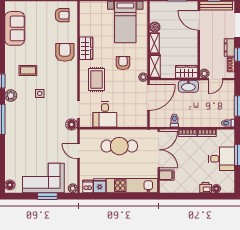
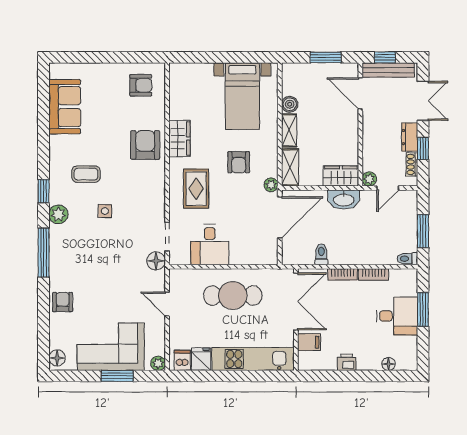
armchair: (123, 63) -> (239, 162), turned 180
armchair: (13, 150) -> (63, 302), added
printer: (206, 188) -> (347, 362), moved

